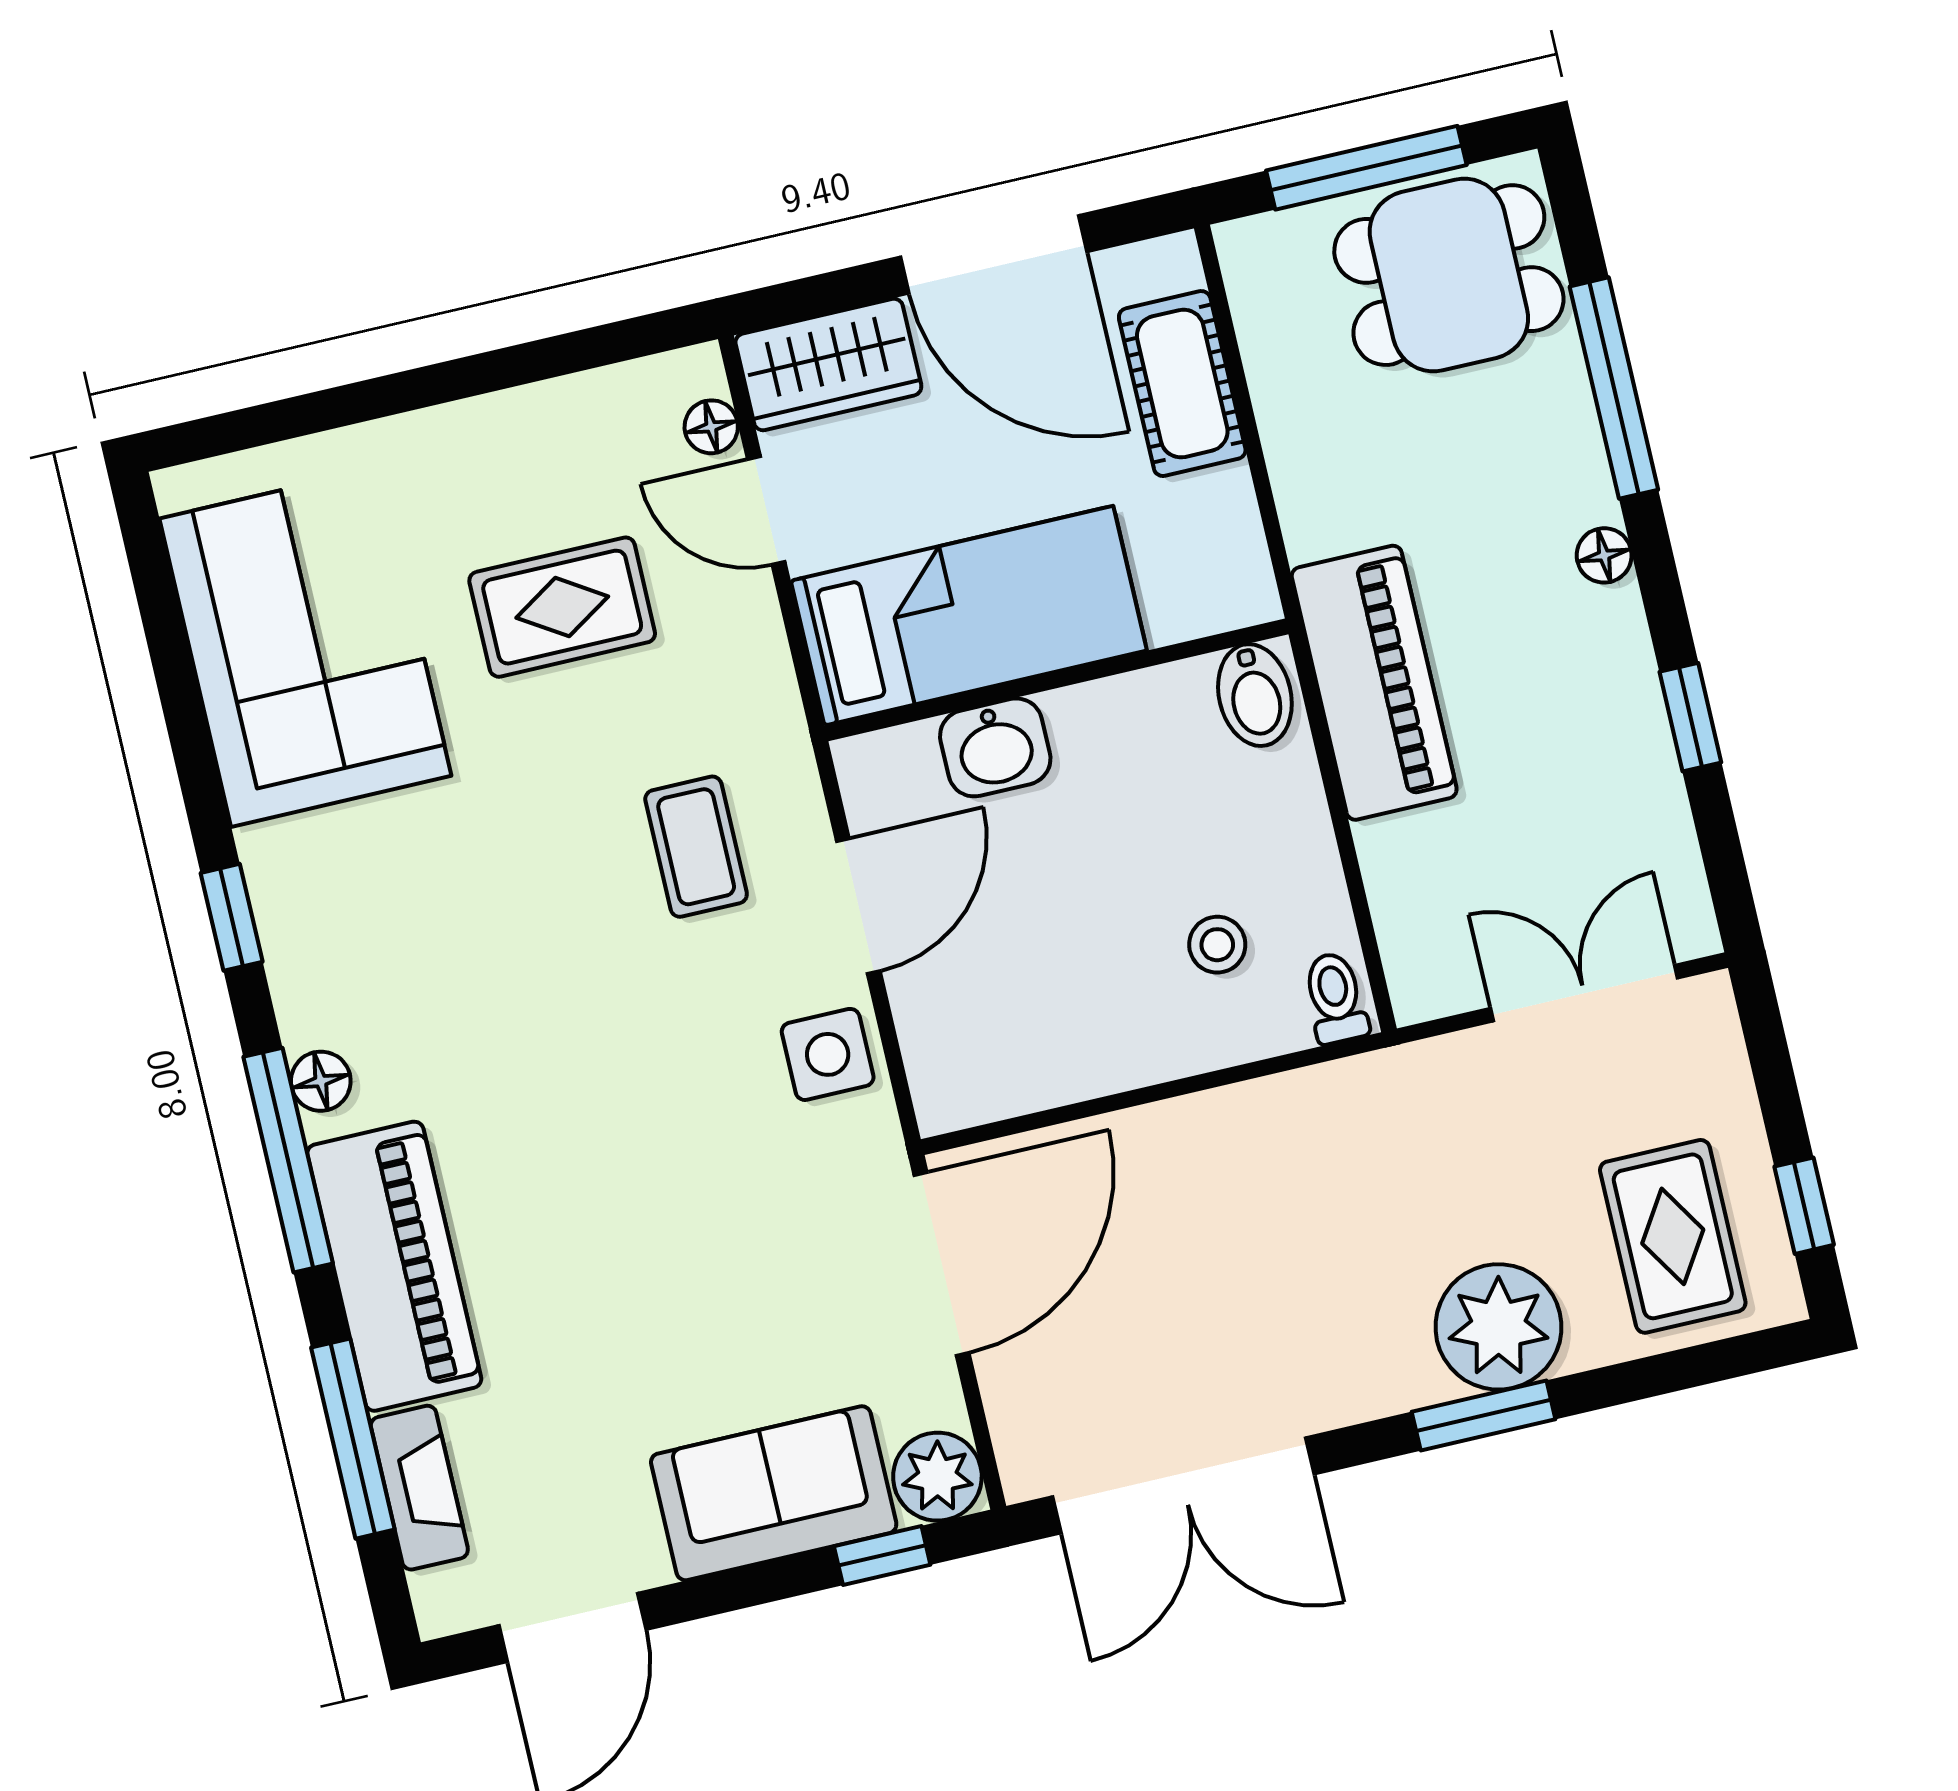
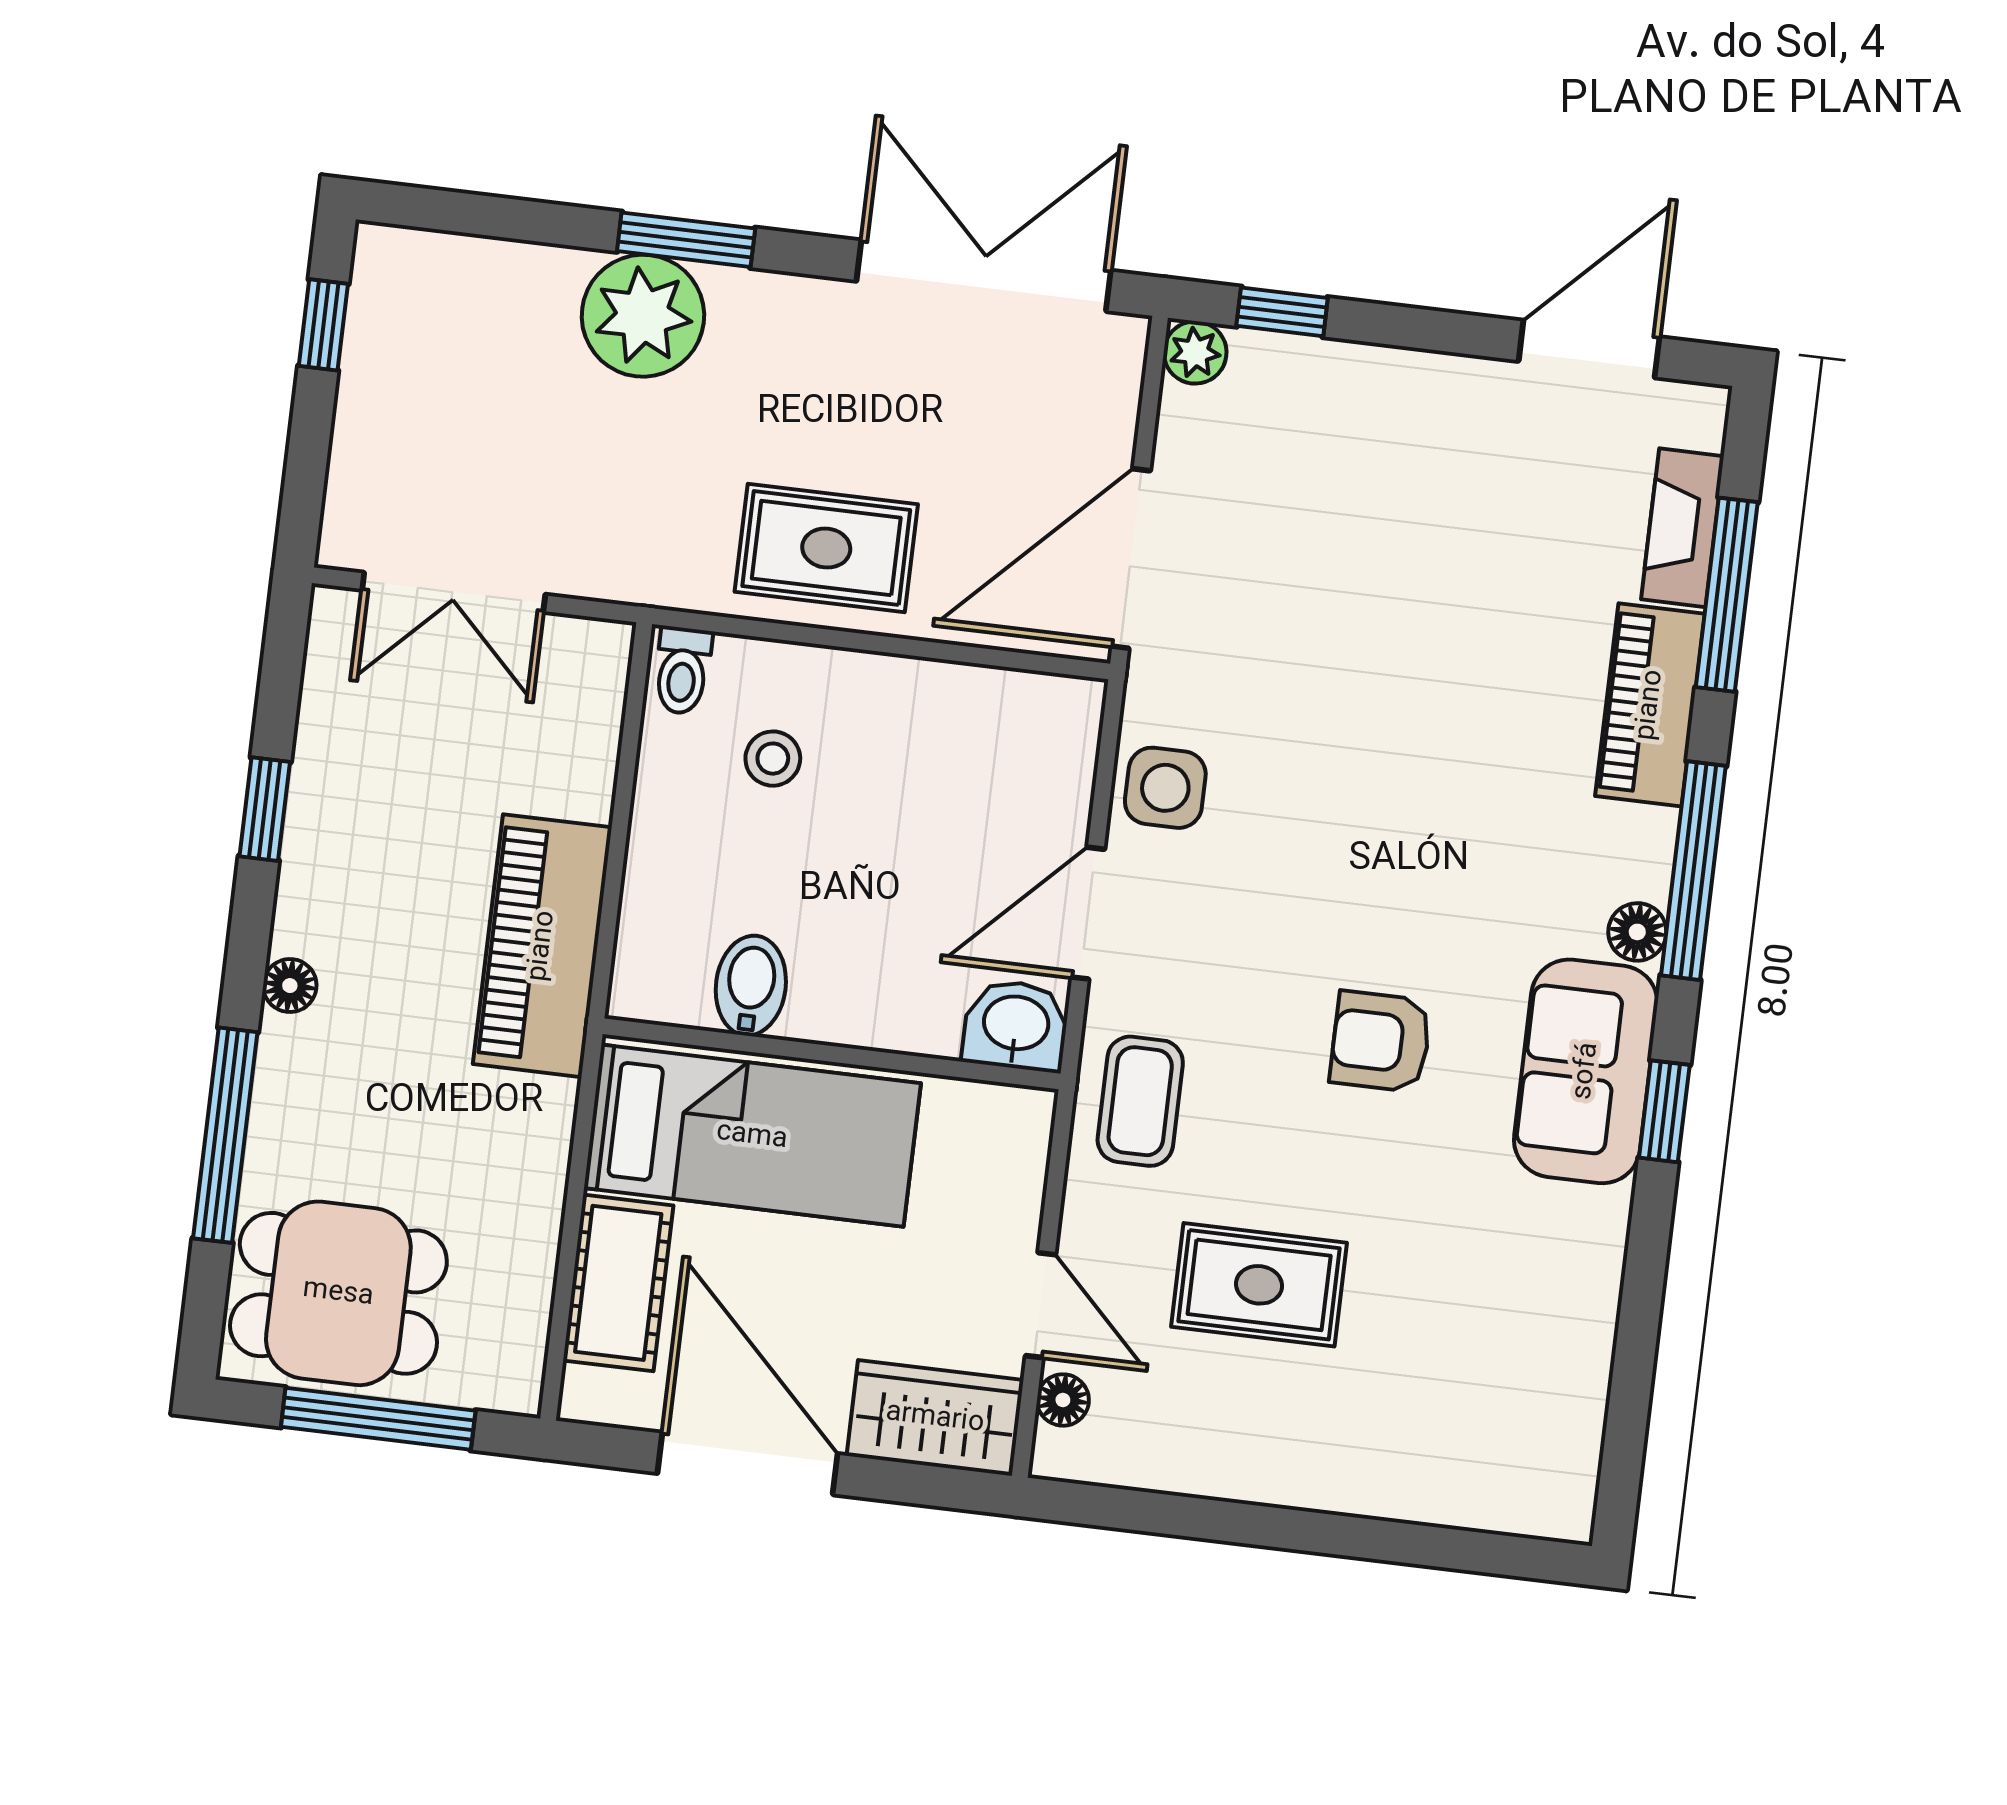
bed: (969, 616) -> (752, 1136), moved, turned 180
corner sofa: (305, 647) -> (1507, 1334), removed
bidet: (1255, 695) -> (751, 986), moved
washbasin: (995, 747) -> (1016, 1025), moved
coffee table: (696, 847) -> (1140, 1101), moved
armchair: (530, 885) -> (1381, 1042), added
rug: (1673, 1236) -> (826, 548), moved, turned 90
piano: (394, 1266) -> (1650, 705), width x0.73, depth x0.75
plant: (937, 1477) -> (1195, 352), width x0.73, depth x0.73
sofa: (774, 1493) -> (1586, 1071), moved, turned 90

